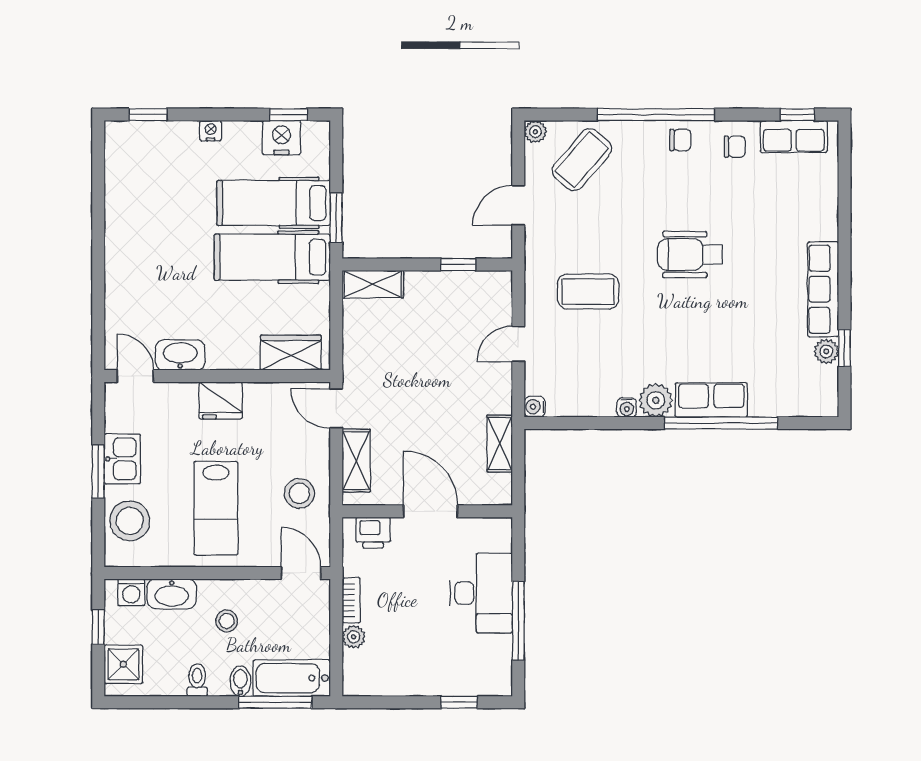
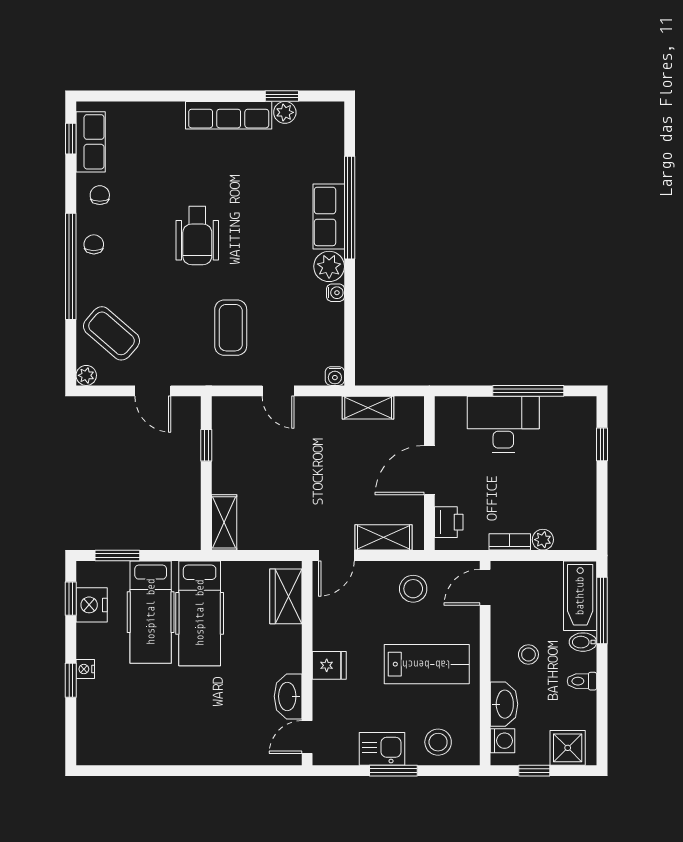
window: (148, 115) -> (71, 680), moved
window: (336, 218) -> (117, 555), moved
fridge: (221, 401) -> (329, 665), width x0.72
stool: (130, 521) -> (438, 742), width x0.73, depth x0.73

